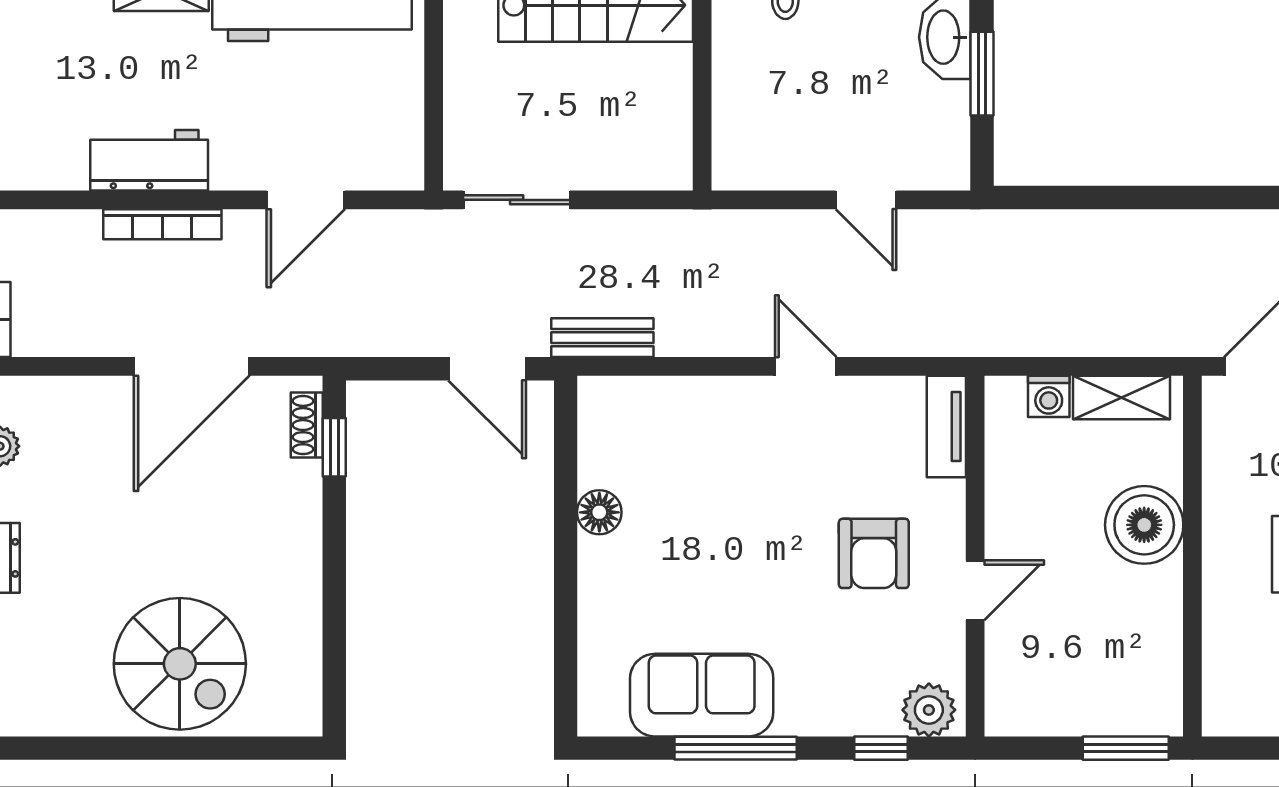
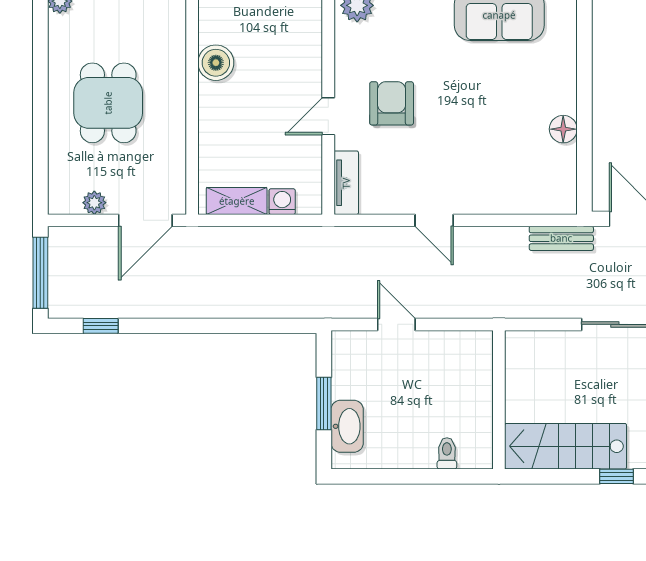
boiler: (1144, 525) -> (216, 63), moved, width x0.73, depth x0.73
door: (975, 590) -> (328, 116), moved

